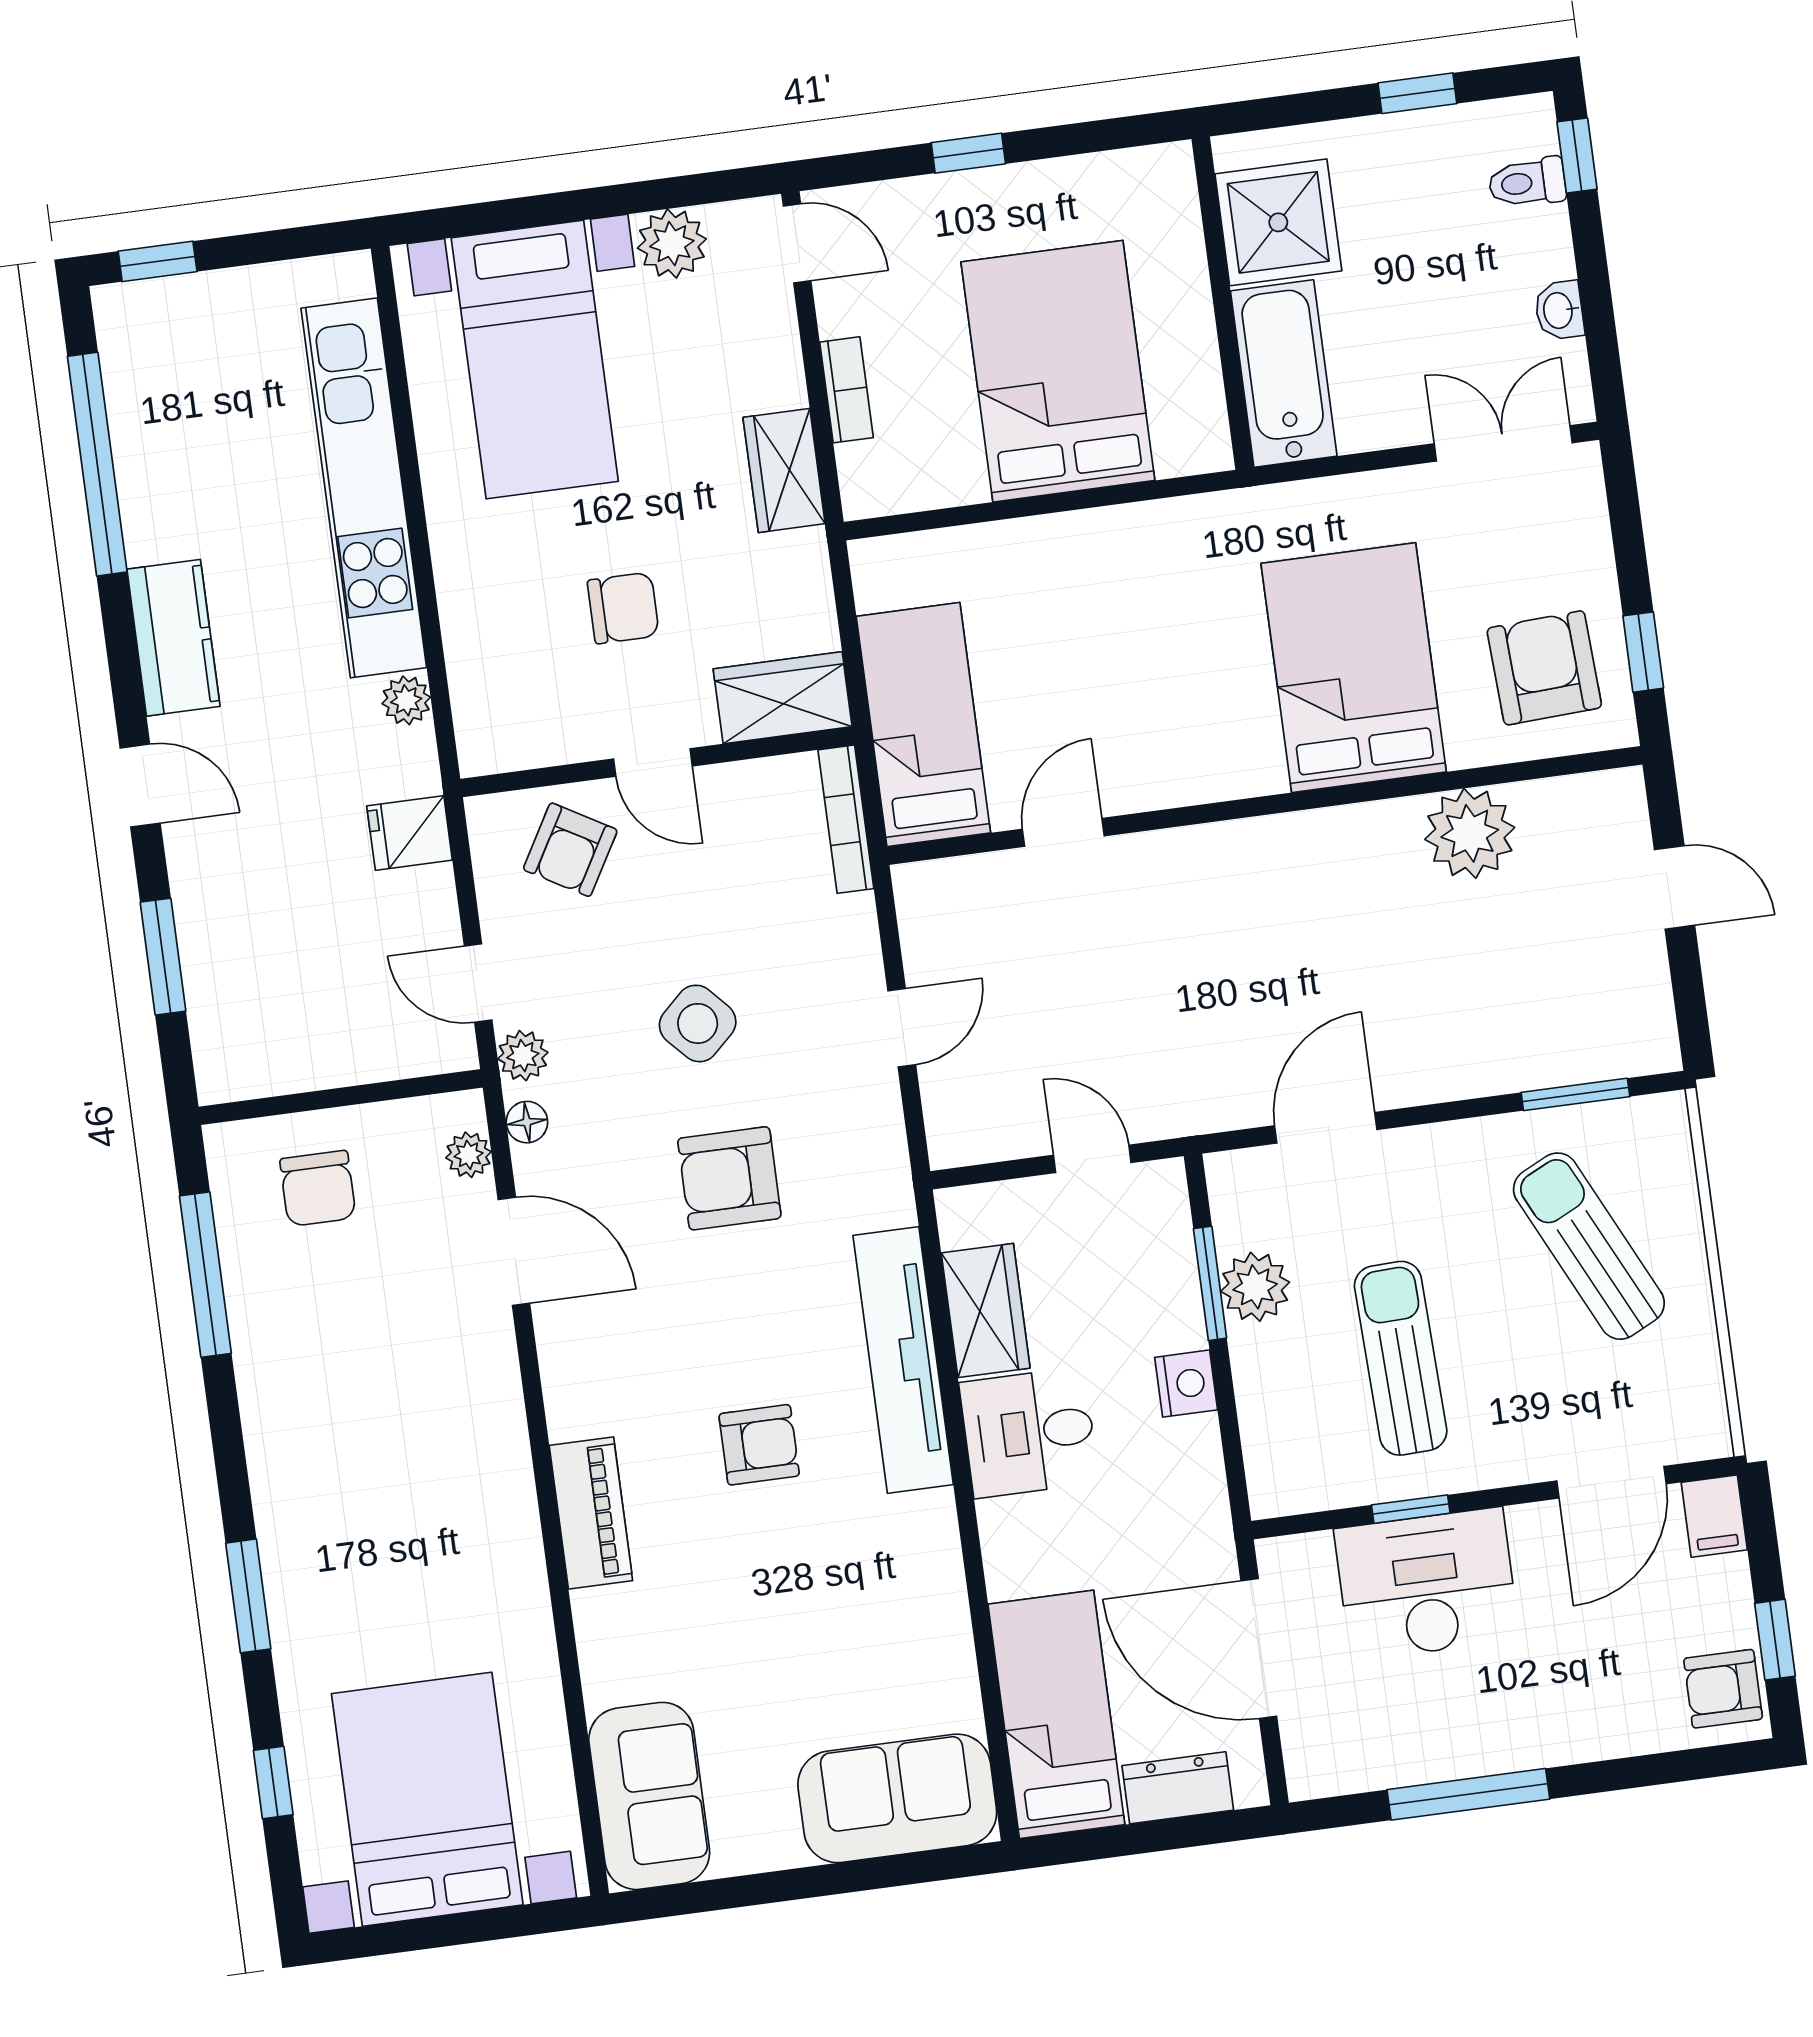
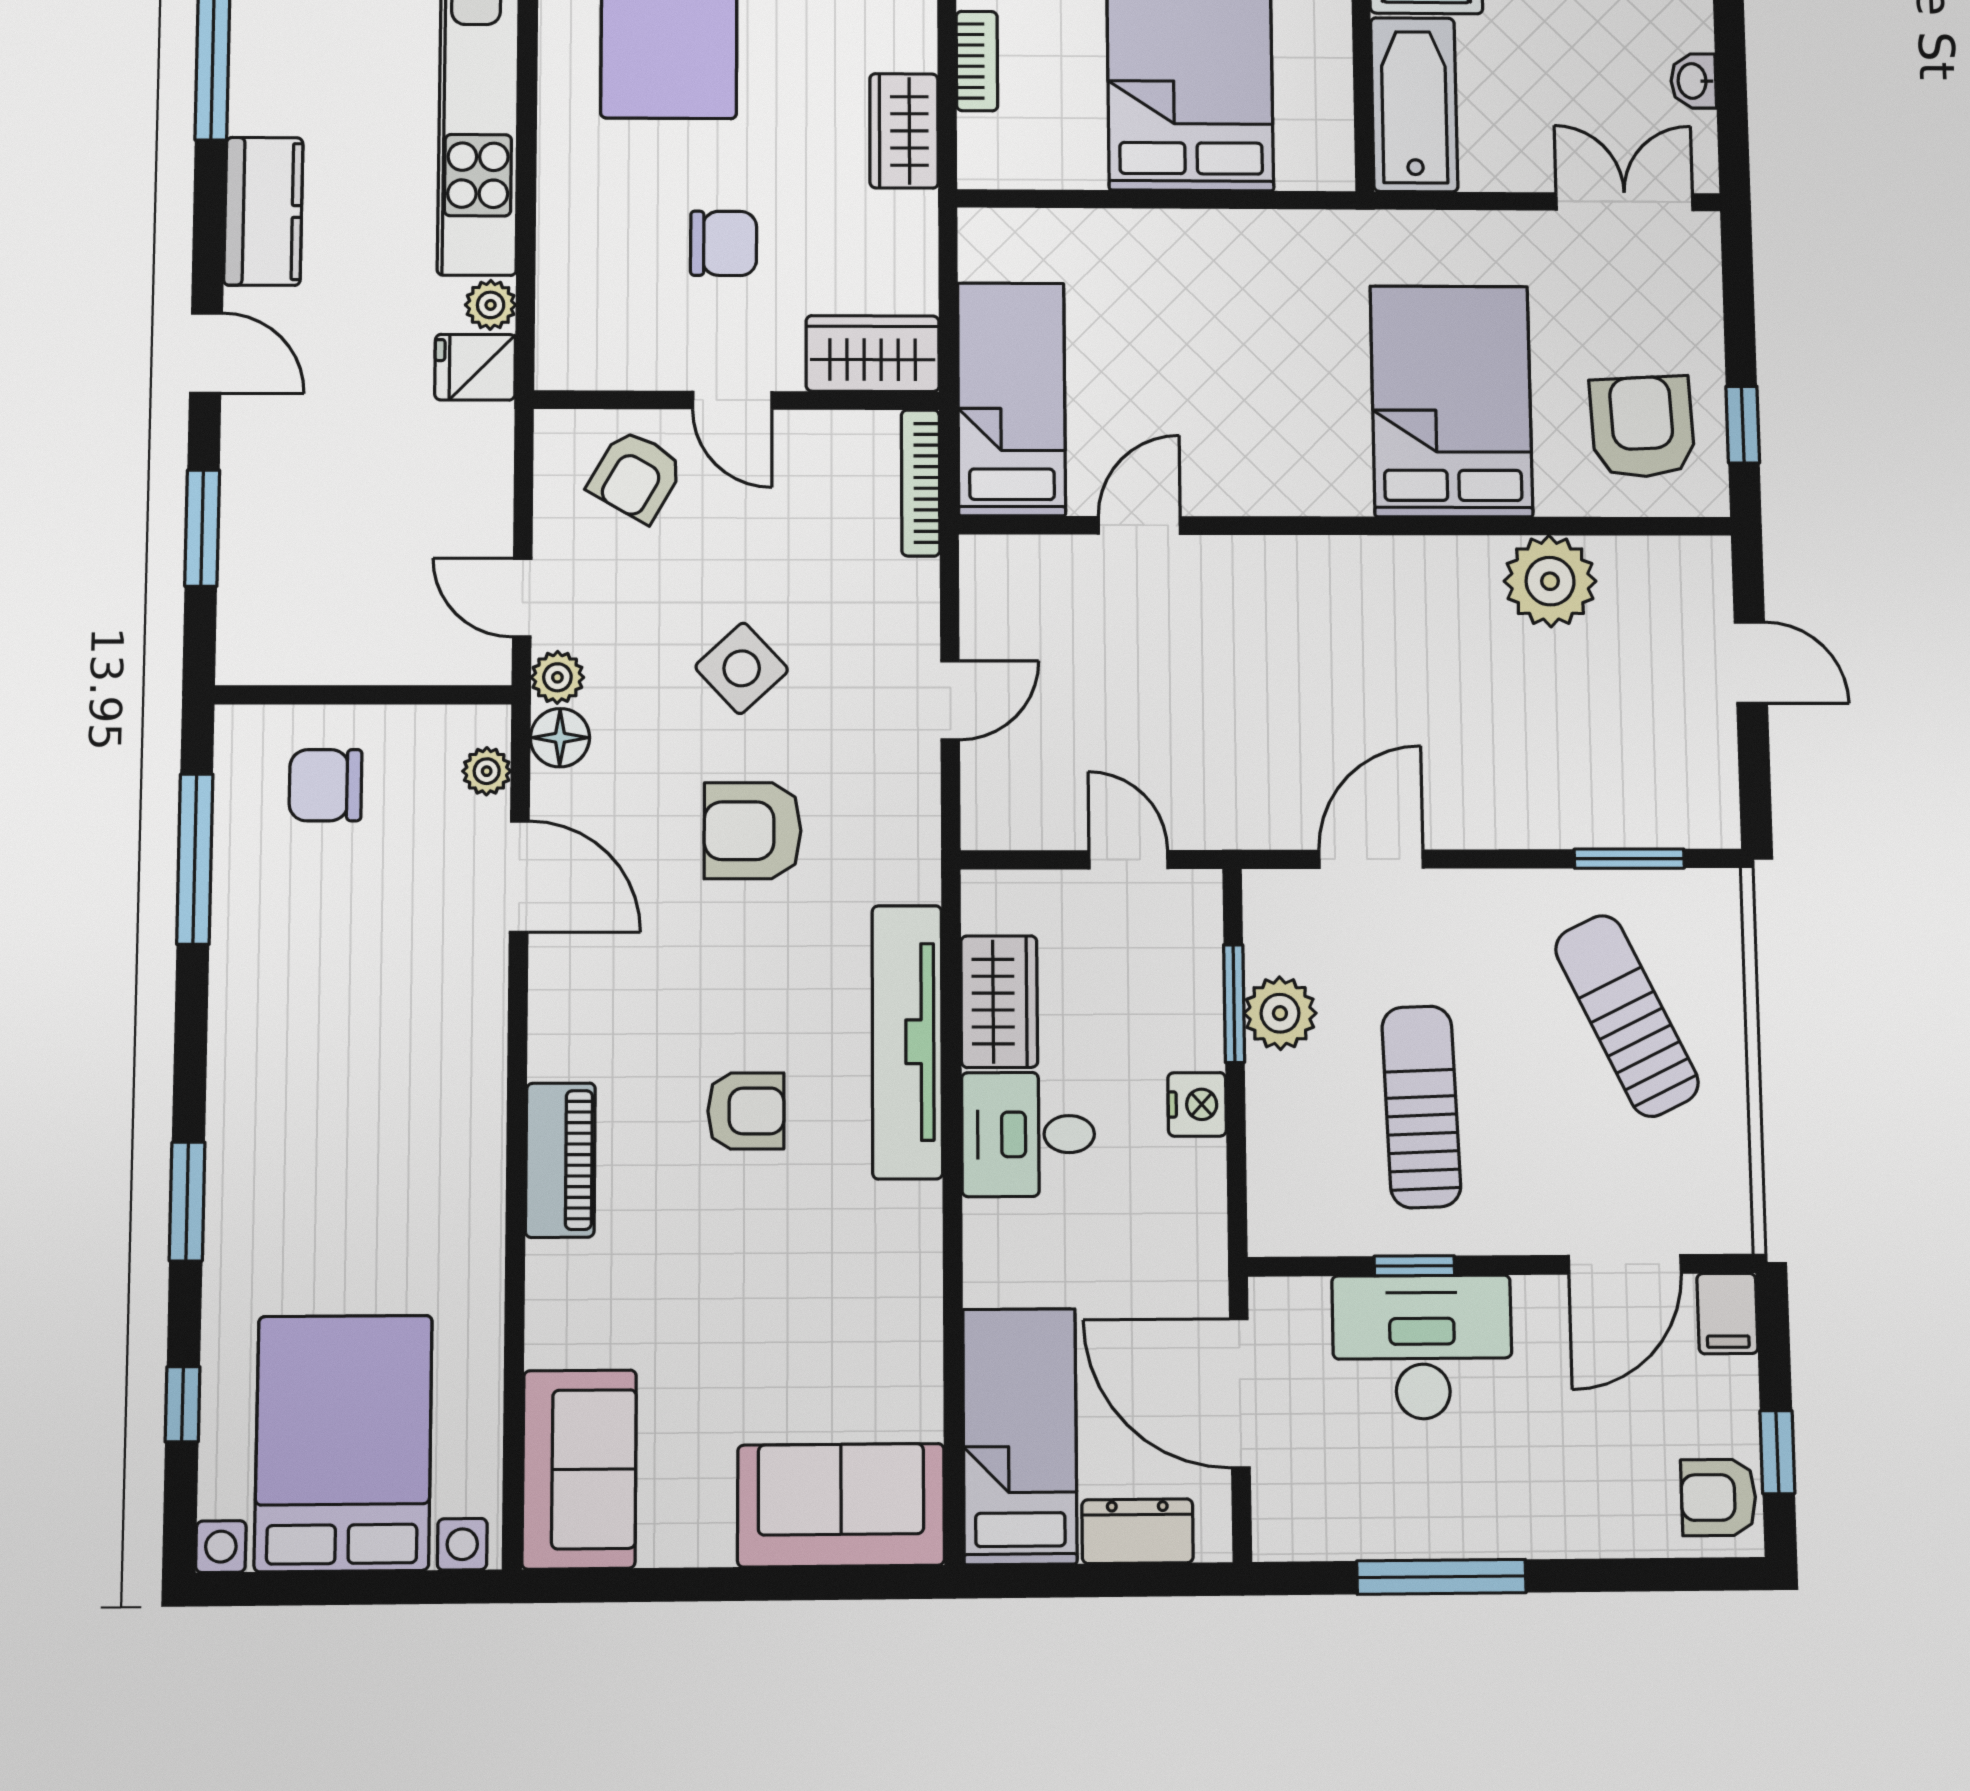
fridge: (410, 833) -> (475, 367), moved
floor lamp: (527, 1122) -> (560, 738), width x1.37, depth x1.37
chair: (318, 1188) -> (325, 785), turned 90

